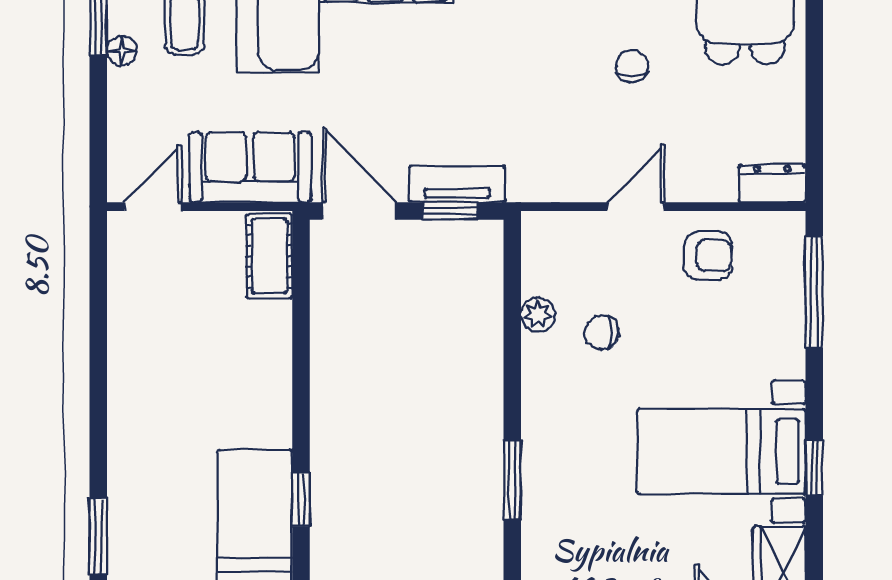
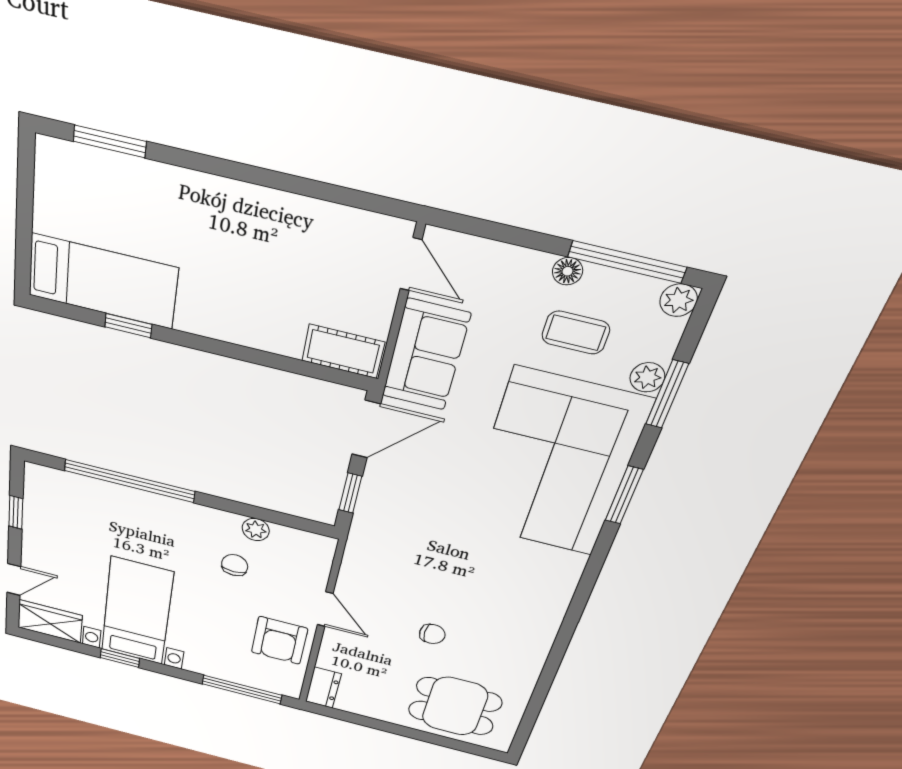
tv unit: (457, 184) -> (371, 503), removed
armchair: (708, 256) -> (279, 640), width x1.38, depth x1.38
window: (512, 480) -> (129, 481), width x2.11

